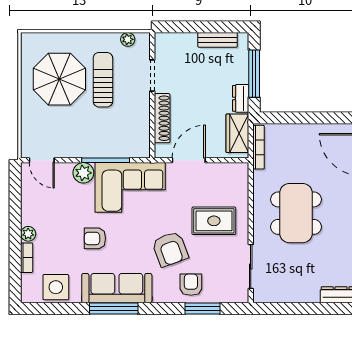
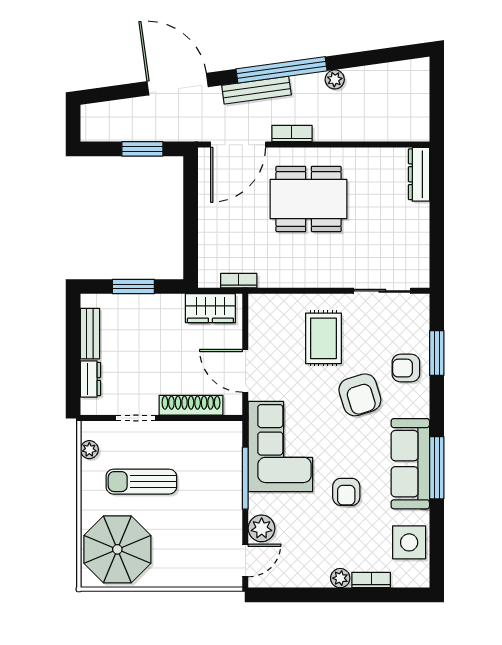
window: (254, 74) -> (133, 286), width x0.69
parasol: (59, 79) -> (117, 549), moved
dresser: (241, 98) -> (90, 379), moved, turned -90
bookcase: (259, 147) -> (239, 281), width x0.64
plant: (83, 173) -> (262, 528), moved
dining table: (296, 213) -> (309, 199), moved
armchair: (170, 249) -> (360, 395), turned 93

